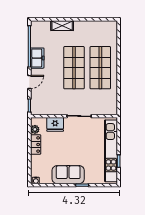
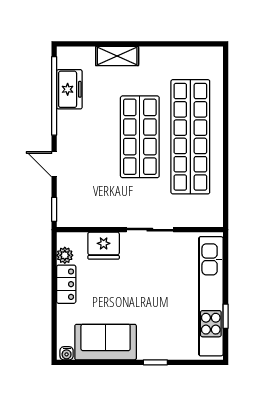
freezer: (37, 58) -> (69, 89), moved
shop shelf: (100, 68) -> (190, 137), width x1.40
door: (29, 82) -> (54, 164), swing flipped
sofa: (68, 175) -> (106, 342), moved

